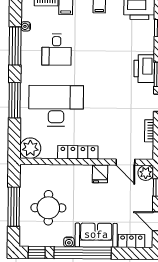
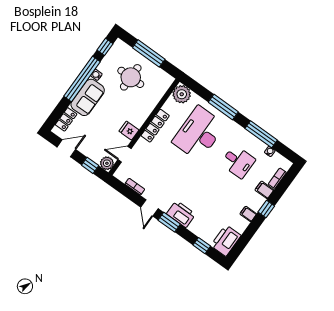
desk: (57, 50) -> (238, 162), turned 180
desk: (56, 106) -> (199, 133), turned 180

